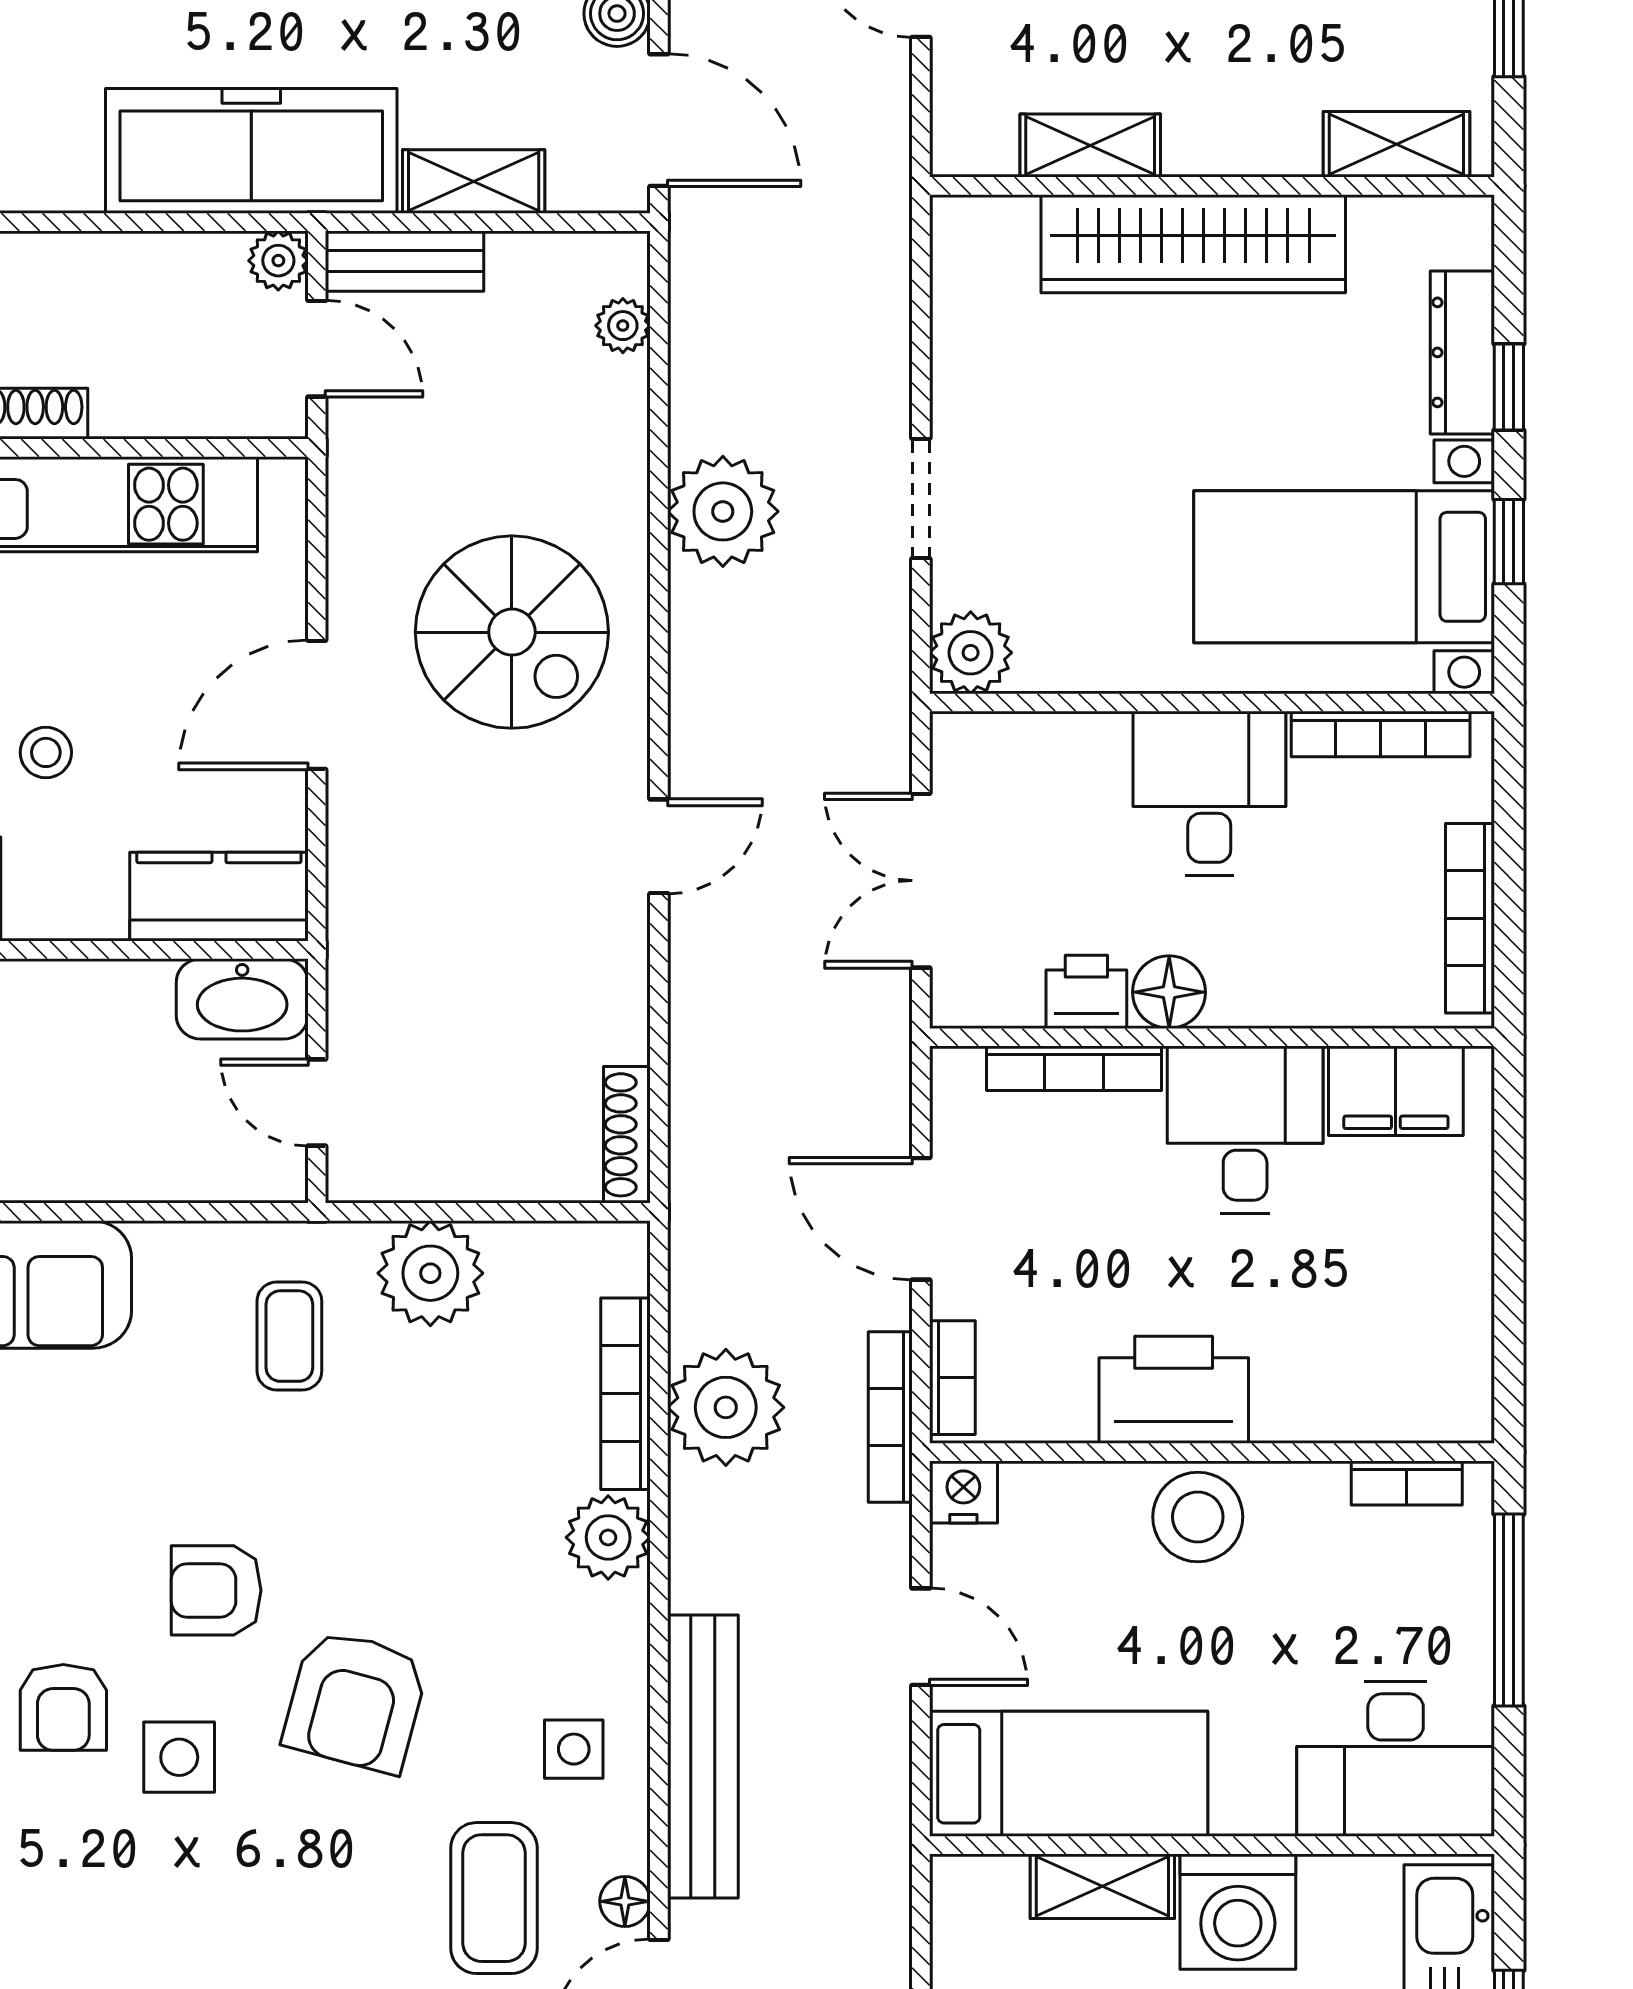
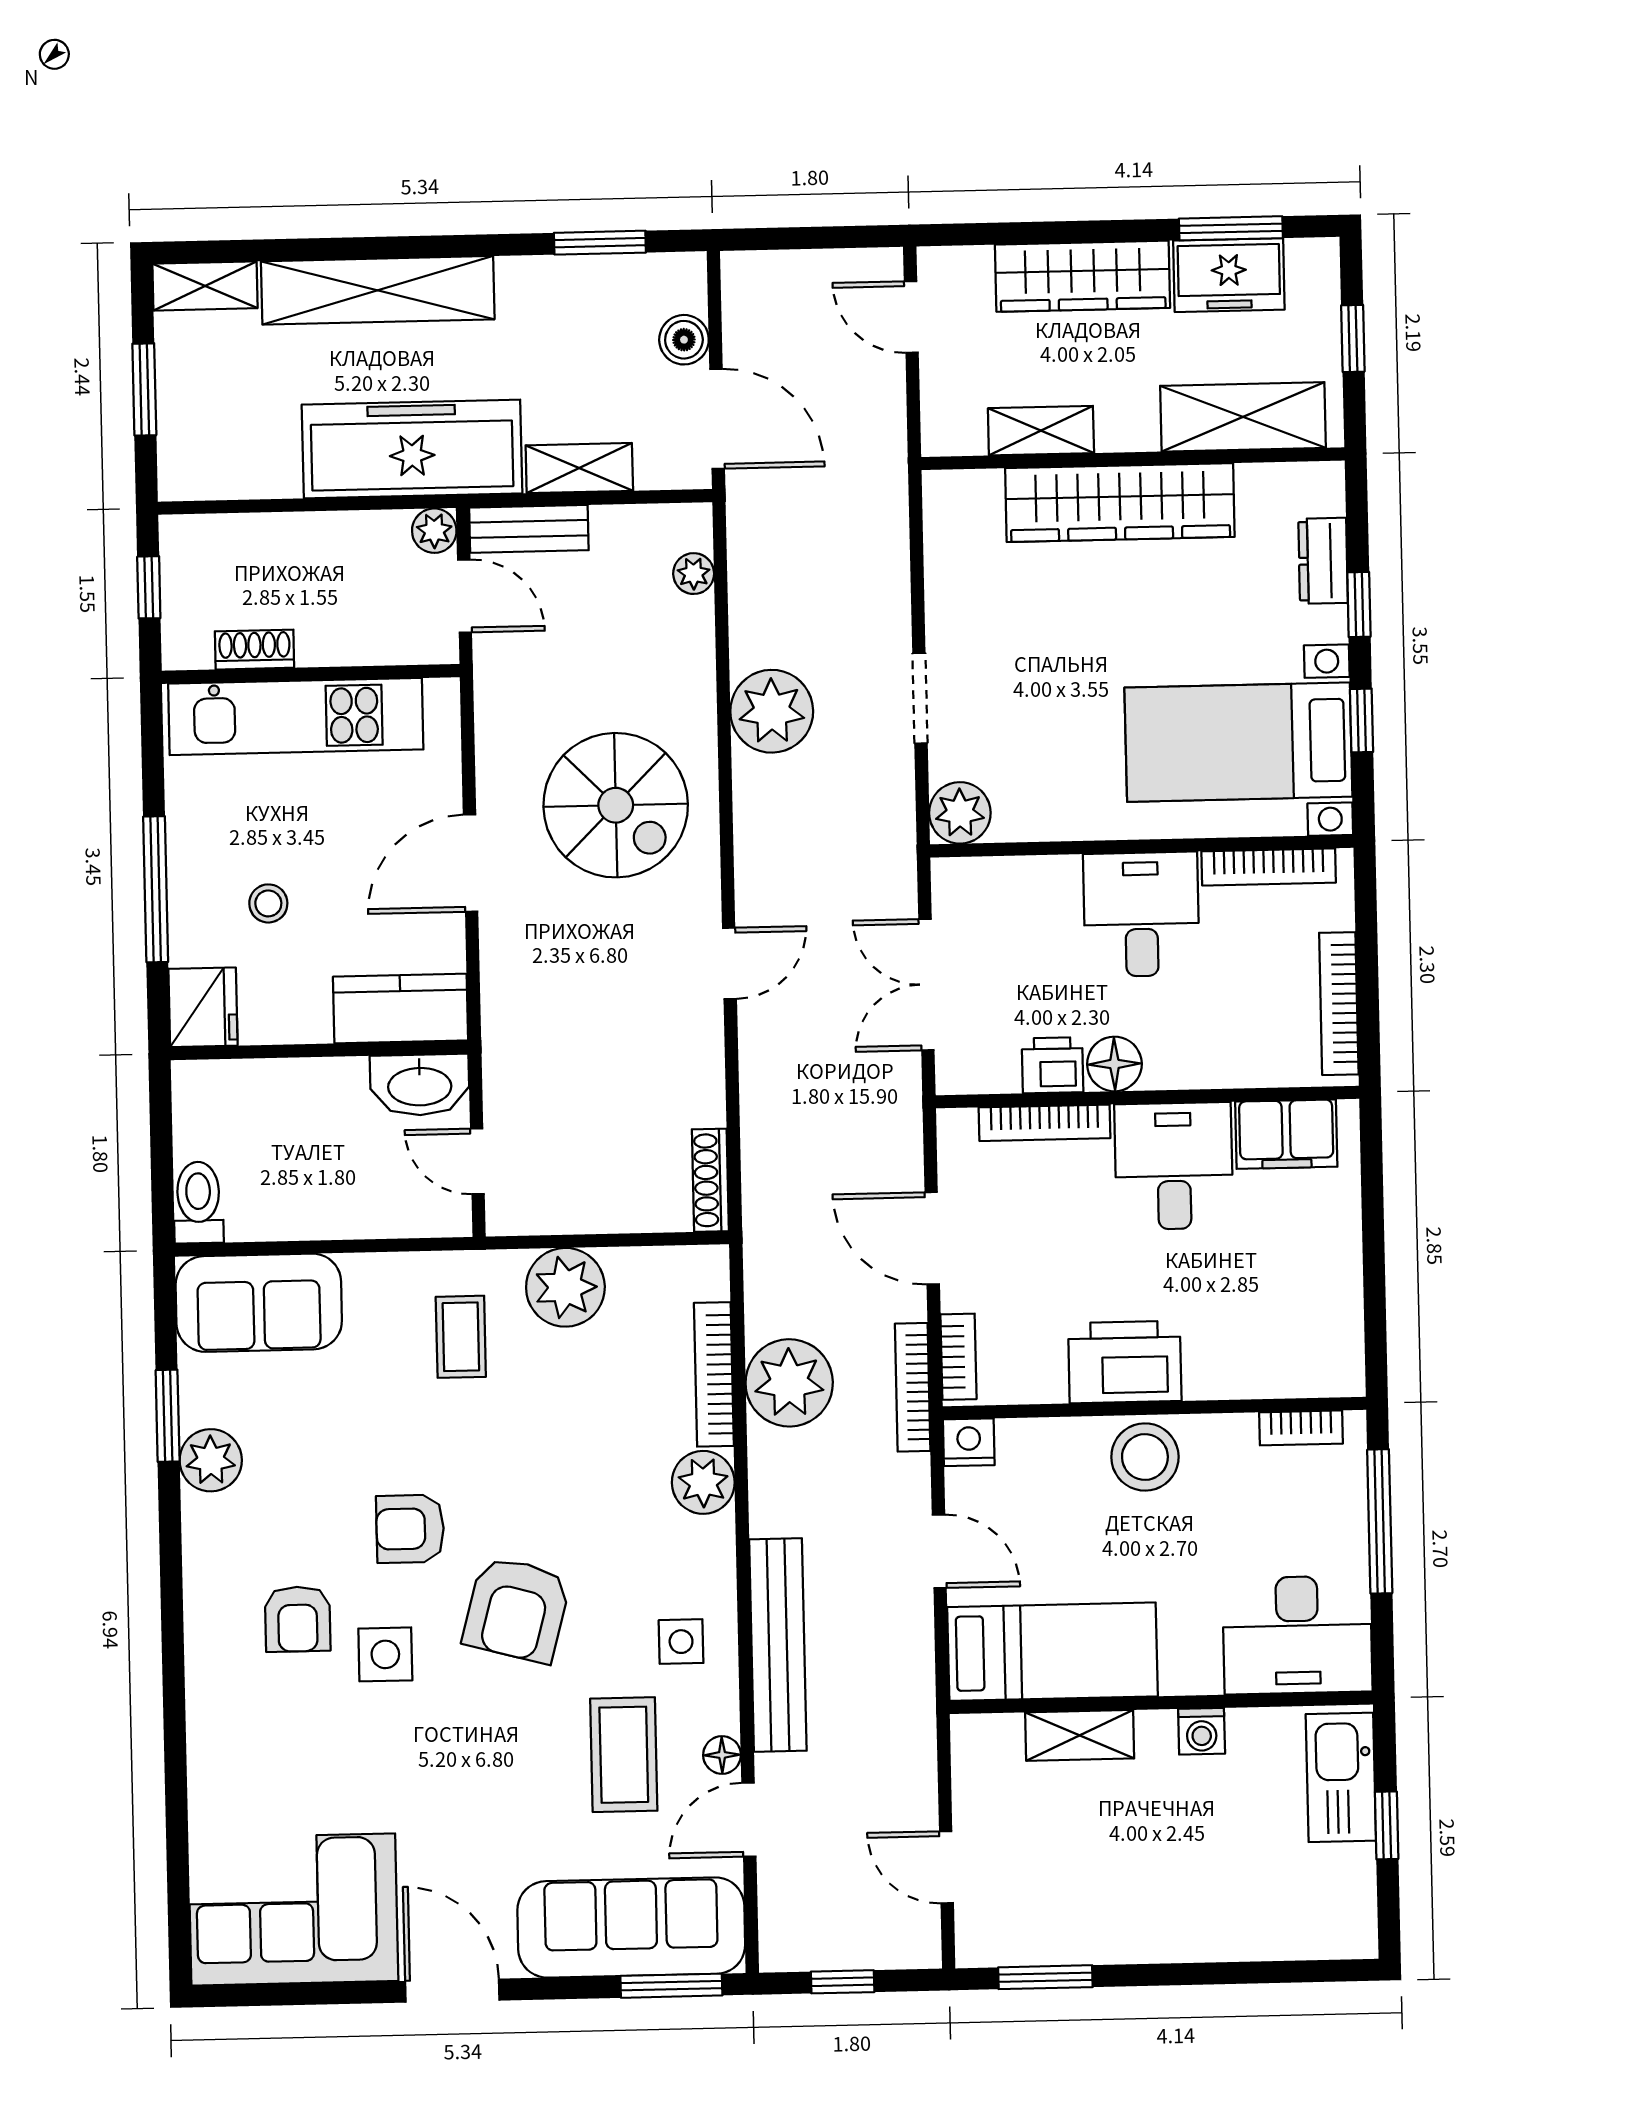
shelving: (1396, 144) -> (1243, 417), width x1.50, depth x1.33
dresser: (1462, 352) -> (1323, 561), width x0.70
washing machine: (1238, 1912) -> (1202, 1731), width x0.53, depth x0.53

